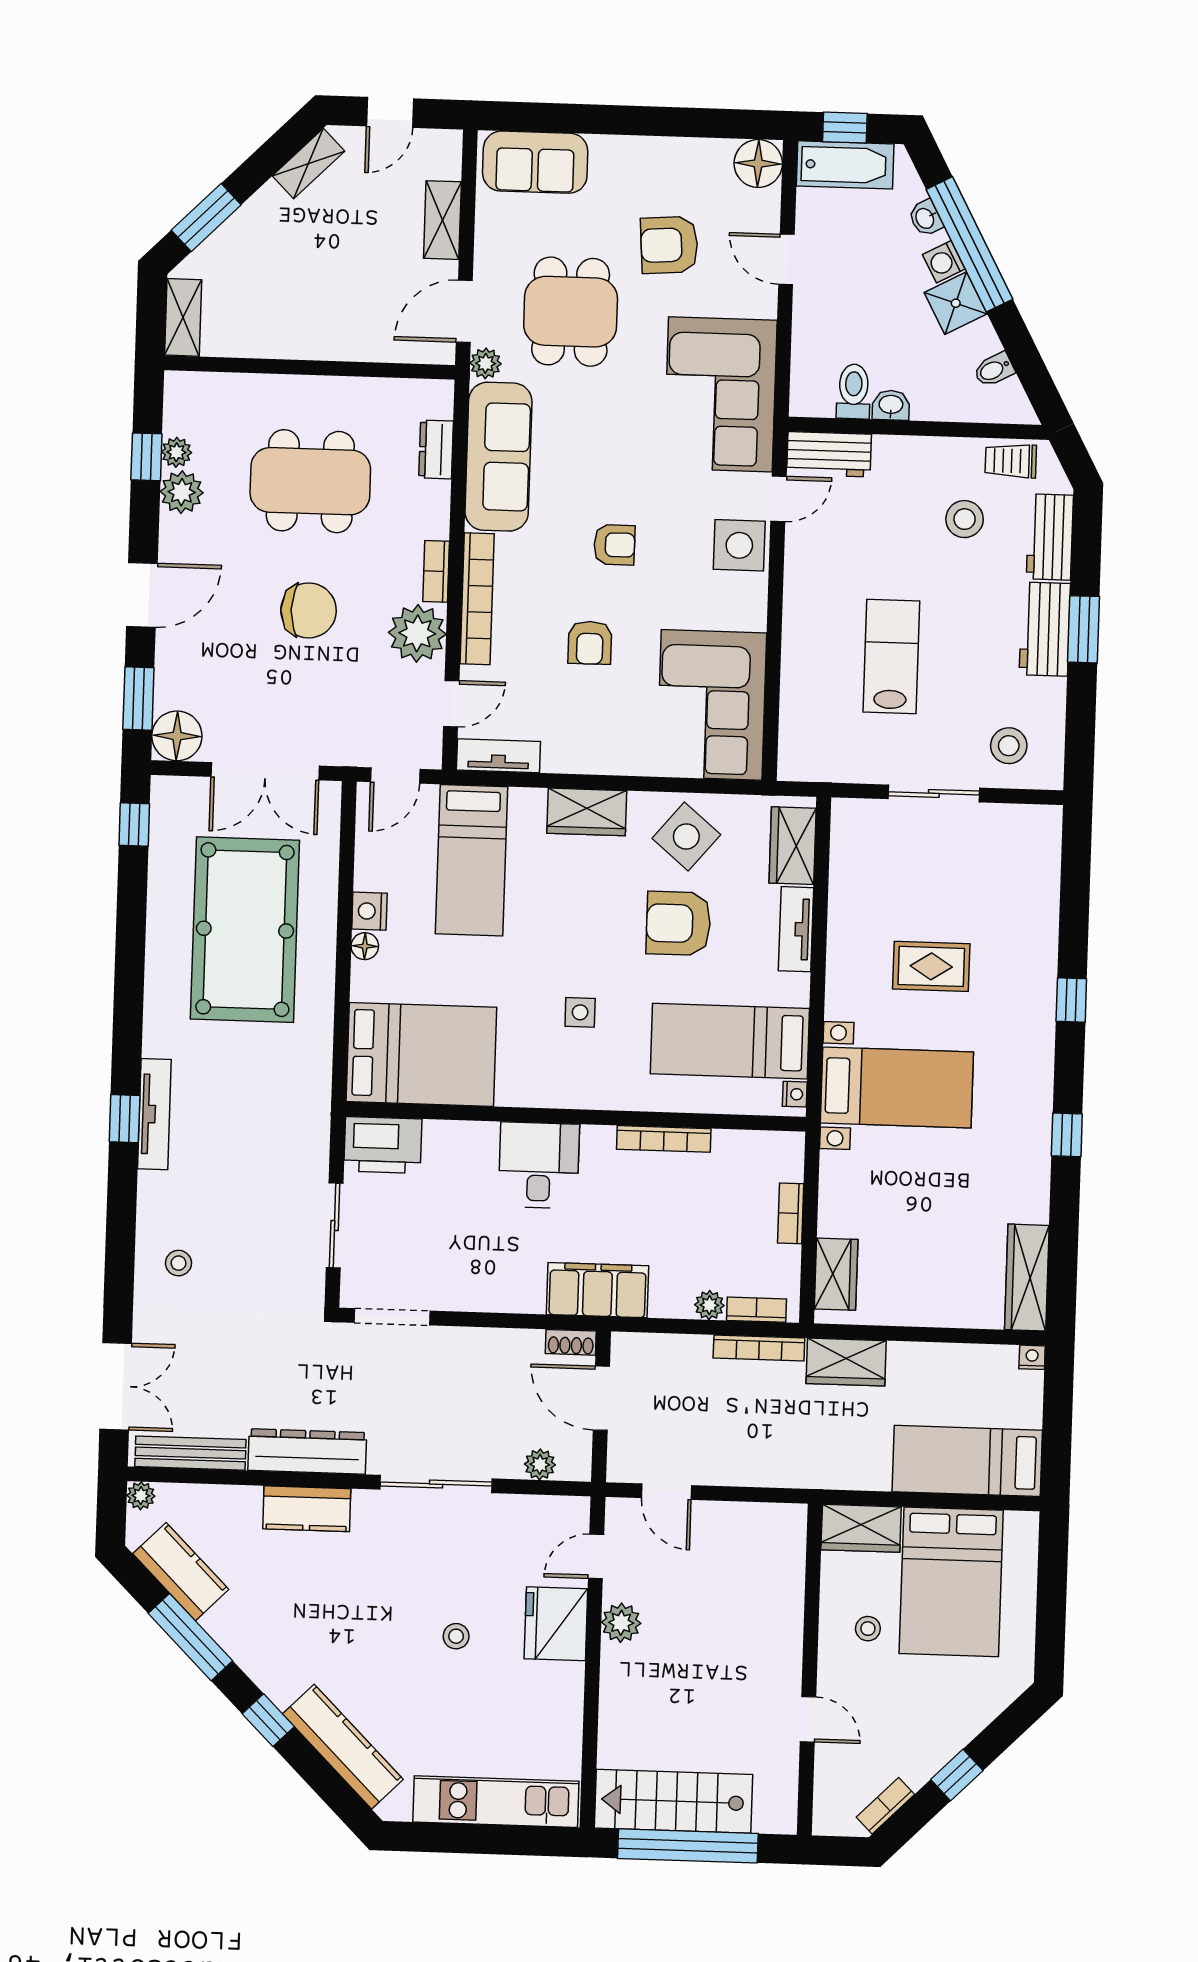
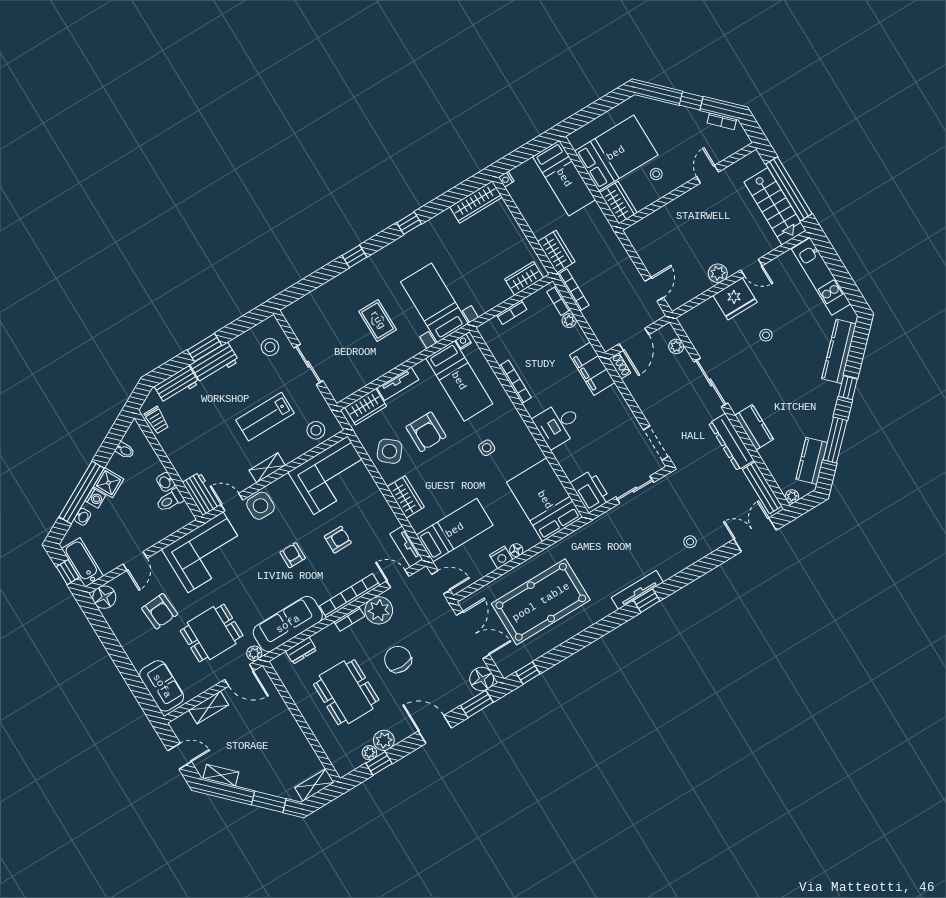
stool: (965, 519) -> (316, 430), moved
shelving: (798, 601) -> (267, 468), added
door: (596, 1556) -> (751, 268), moved

